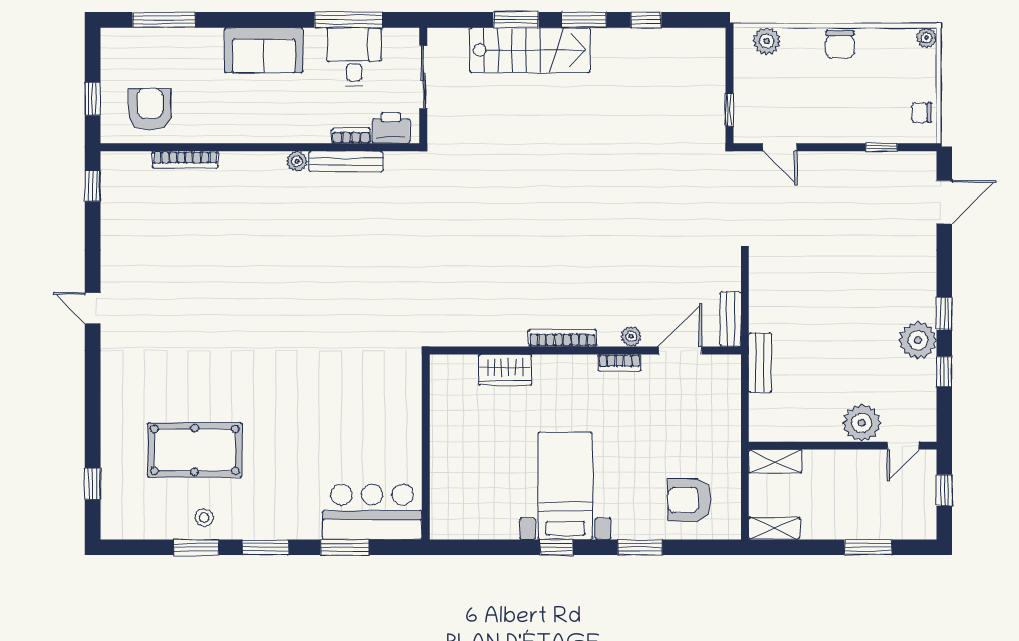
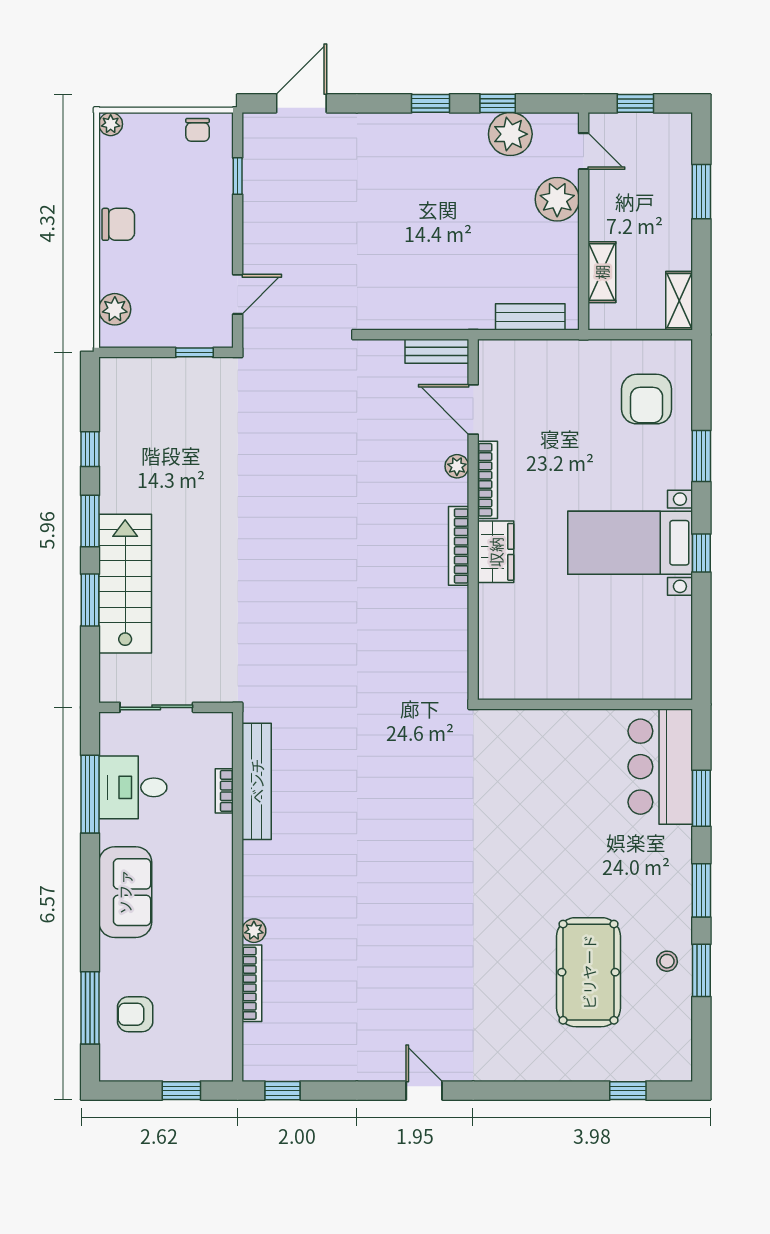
armchair: (150, 109) -> (135, 1014), moved, width x0.72, depth x0.72
printer: (391, 128) -> (215, 745), removed
plant: (297, 161) -> (254, 931), moved
bench: (346, 161) -> (257, 781), width x1.37, depth x1.21
door: (944, 202) -> (301, 103), hinge flipped
door: (93, 308) -> (424, 1091), swing flipped
plant: (918, 340) -> (510, 134), moved
bookcase: (620, 363) -> (488, 480), width x1.56
bench: (760, 363) -> (530, 317), moved
wardrobe: (505, 370) -> (496, 552), moved
shelving: (775, 461) -> (602, 272), moved

